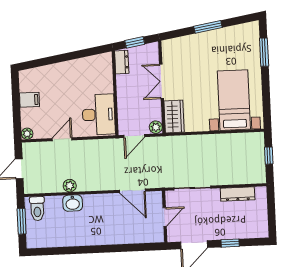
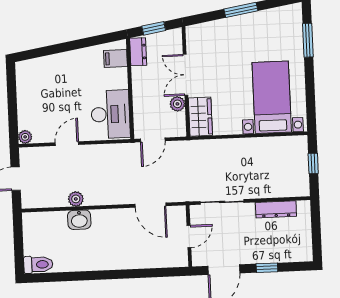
filing cabinet: (30, 100) -> (115, 59), moved, turned 180
plant: (156, 127) -> (177, 104), moved
toilet: (37, 209) -> (38, 264), moved, turned -90
window: (22, 221) -> (18, 241), removed

